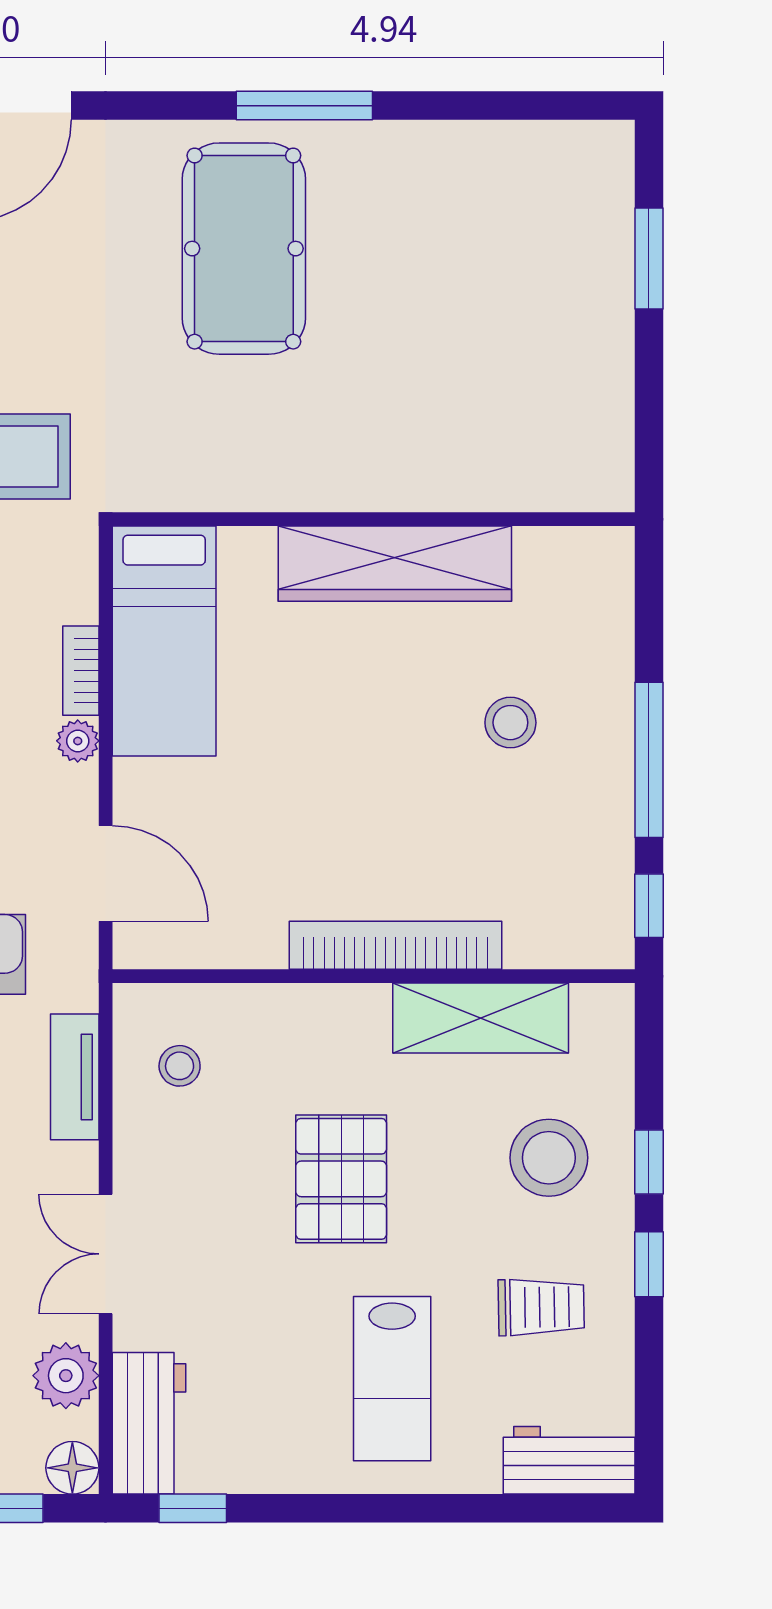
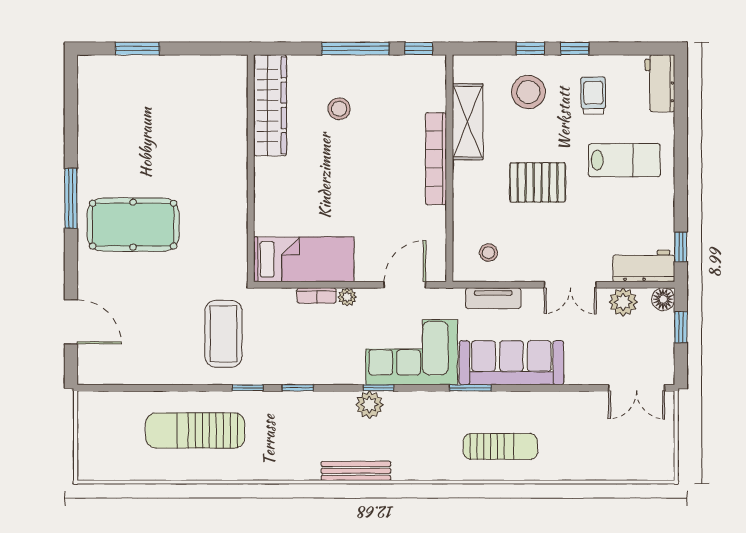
wardrobe: (395, 564) -> (270, 105), moved

